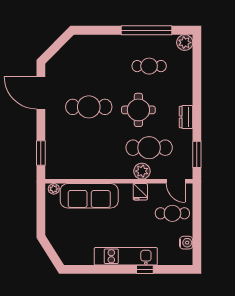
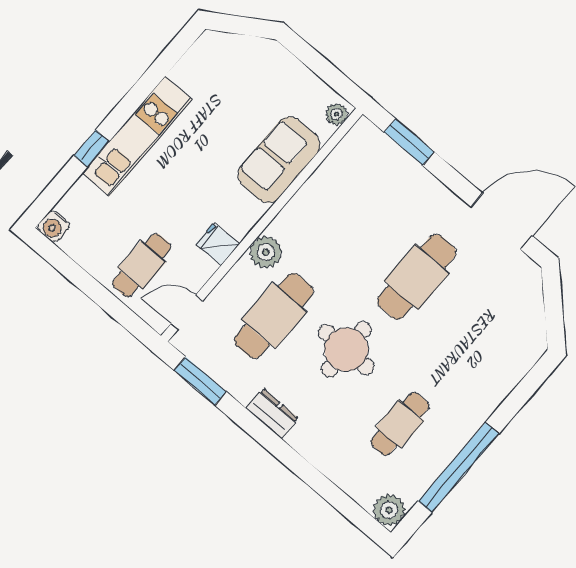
plant: (142, 171) -> (266, 252), moved
sofa: (89, 196) -> (279, 160), width x0.73
water cooler: (186, 243) -> (54, 226), moved

